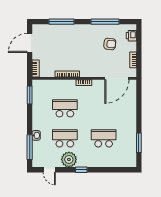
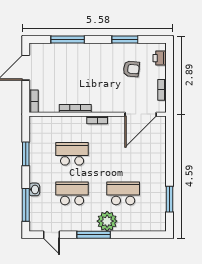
window: (105, 22) -> (125, 40), width x0.69
window: (30, 95) -> (26, 154), moved
plant: (69, 159) -> (107, 221), moved
window: (81, 170) -> (94, 235), width x2.17

